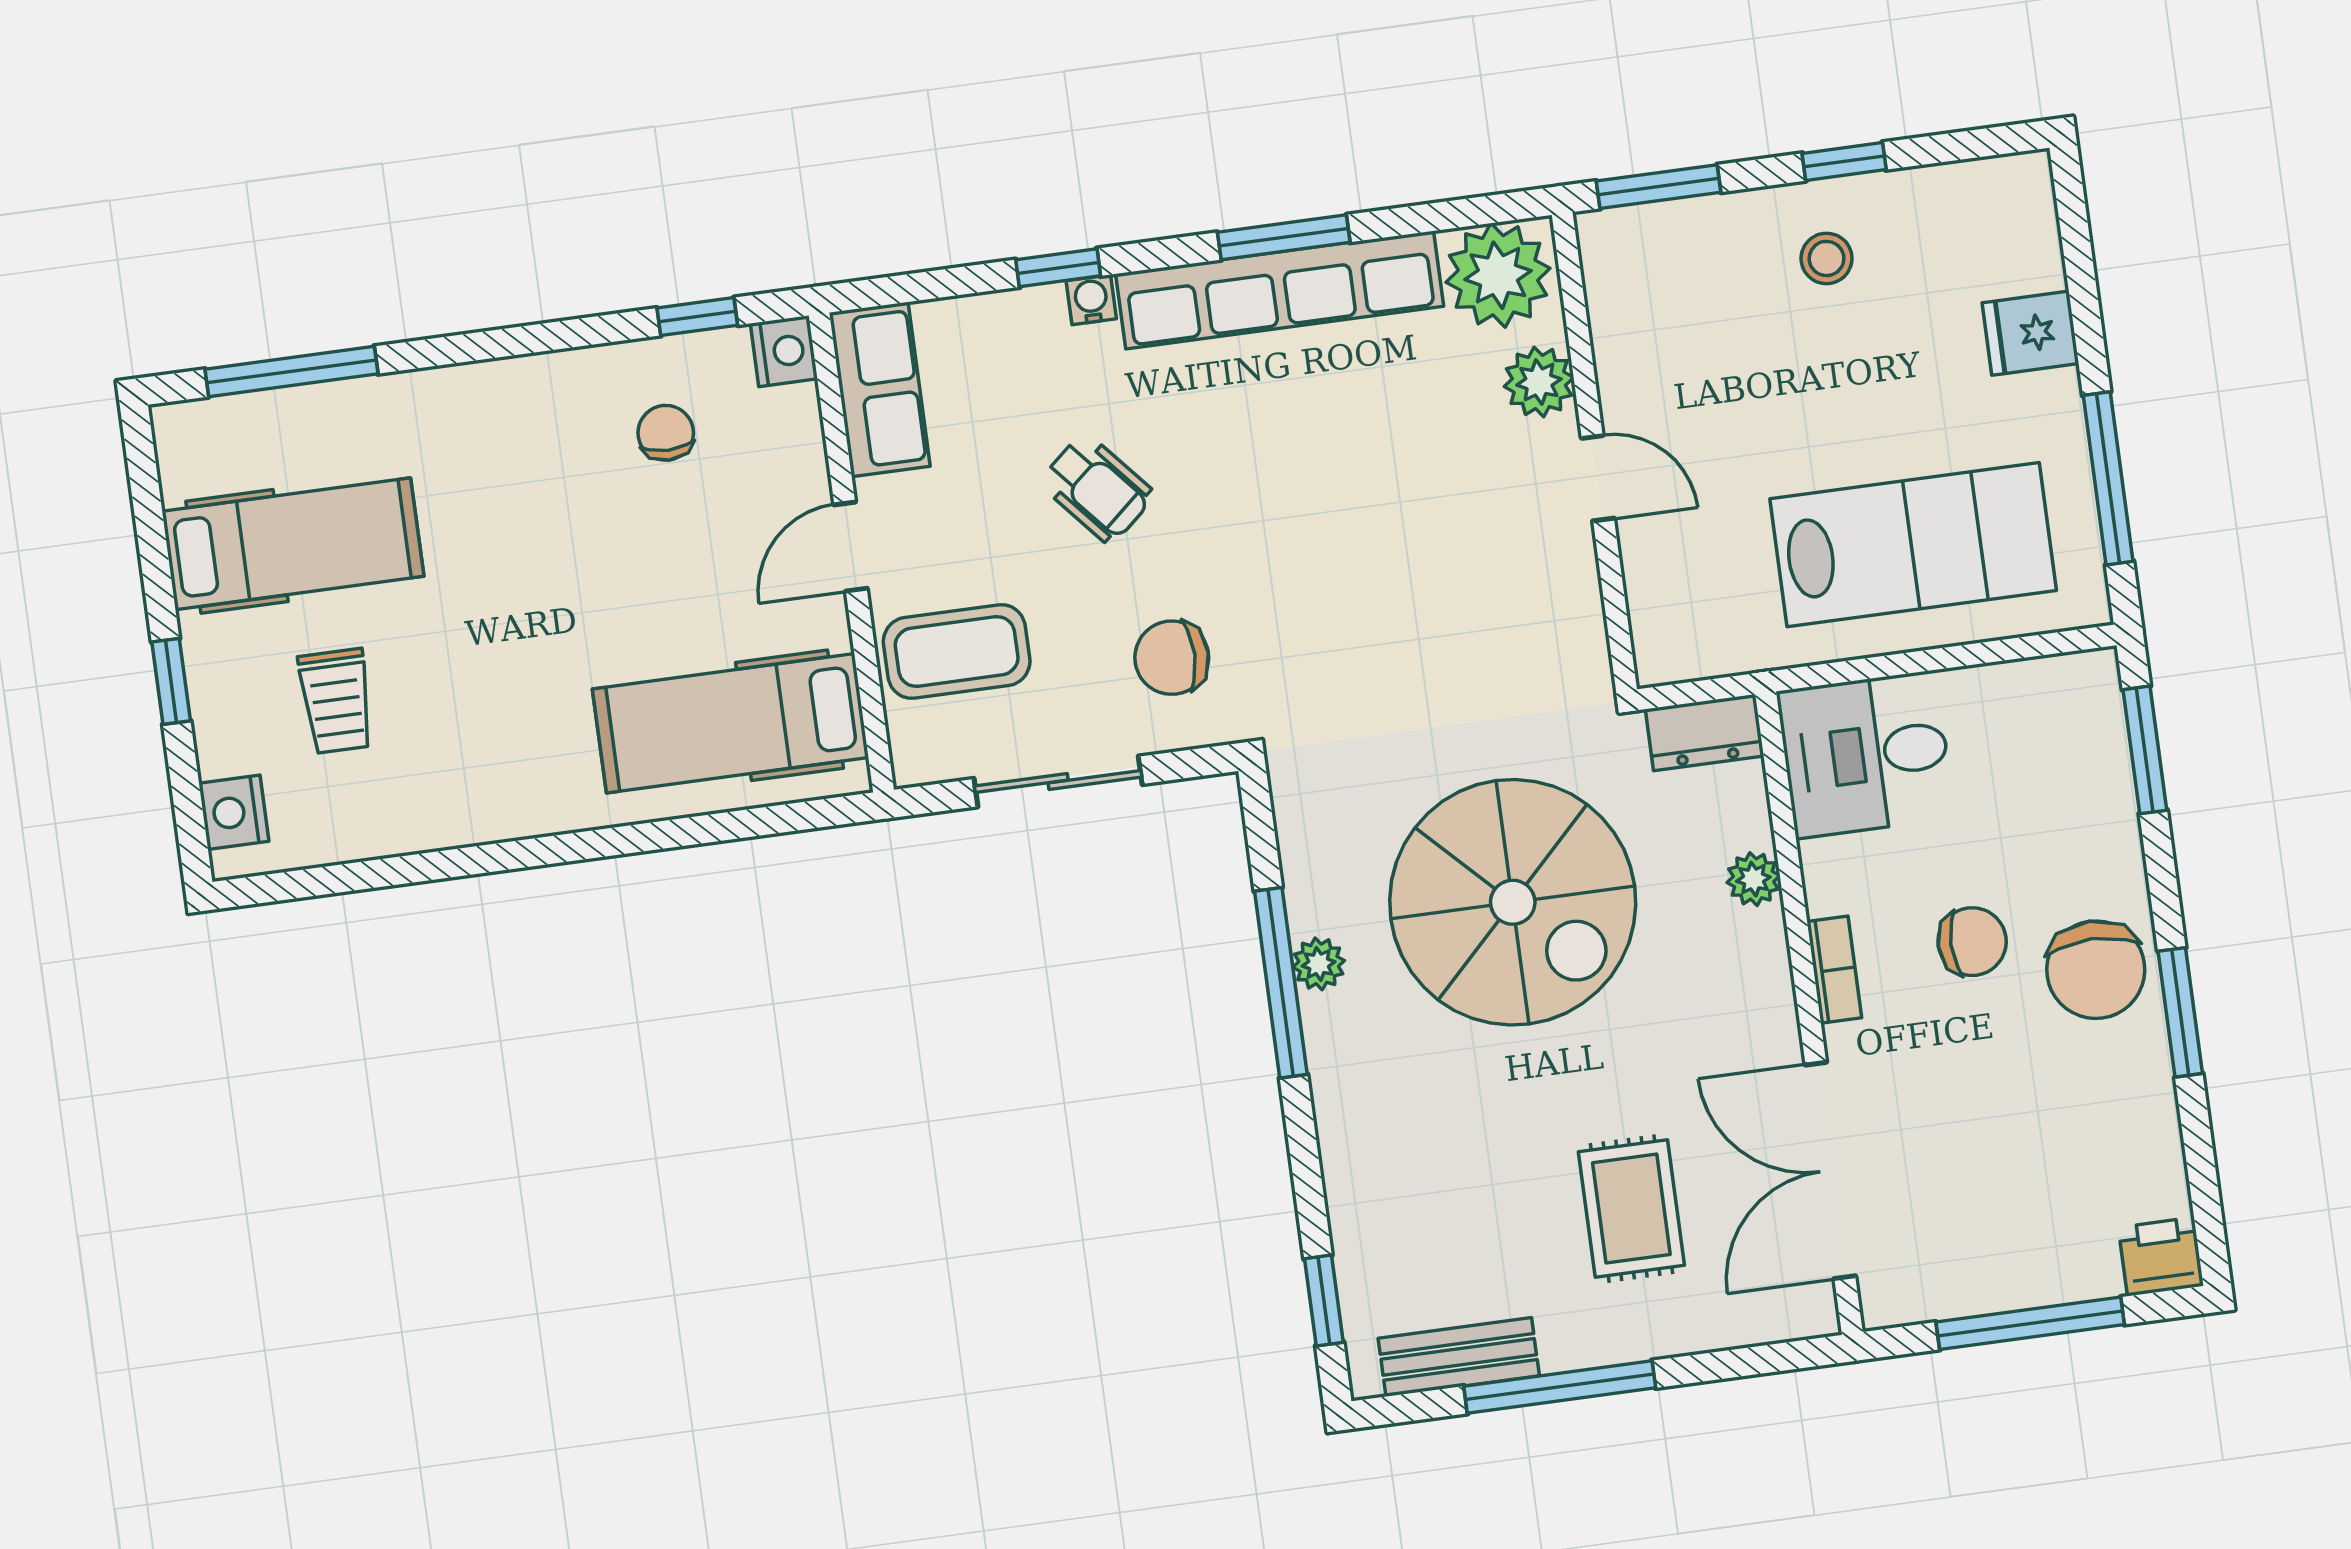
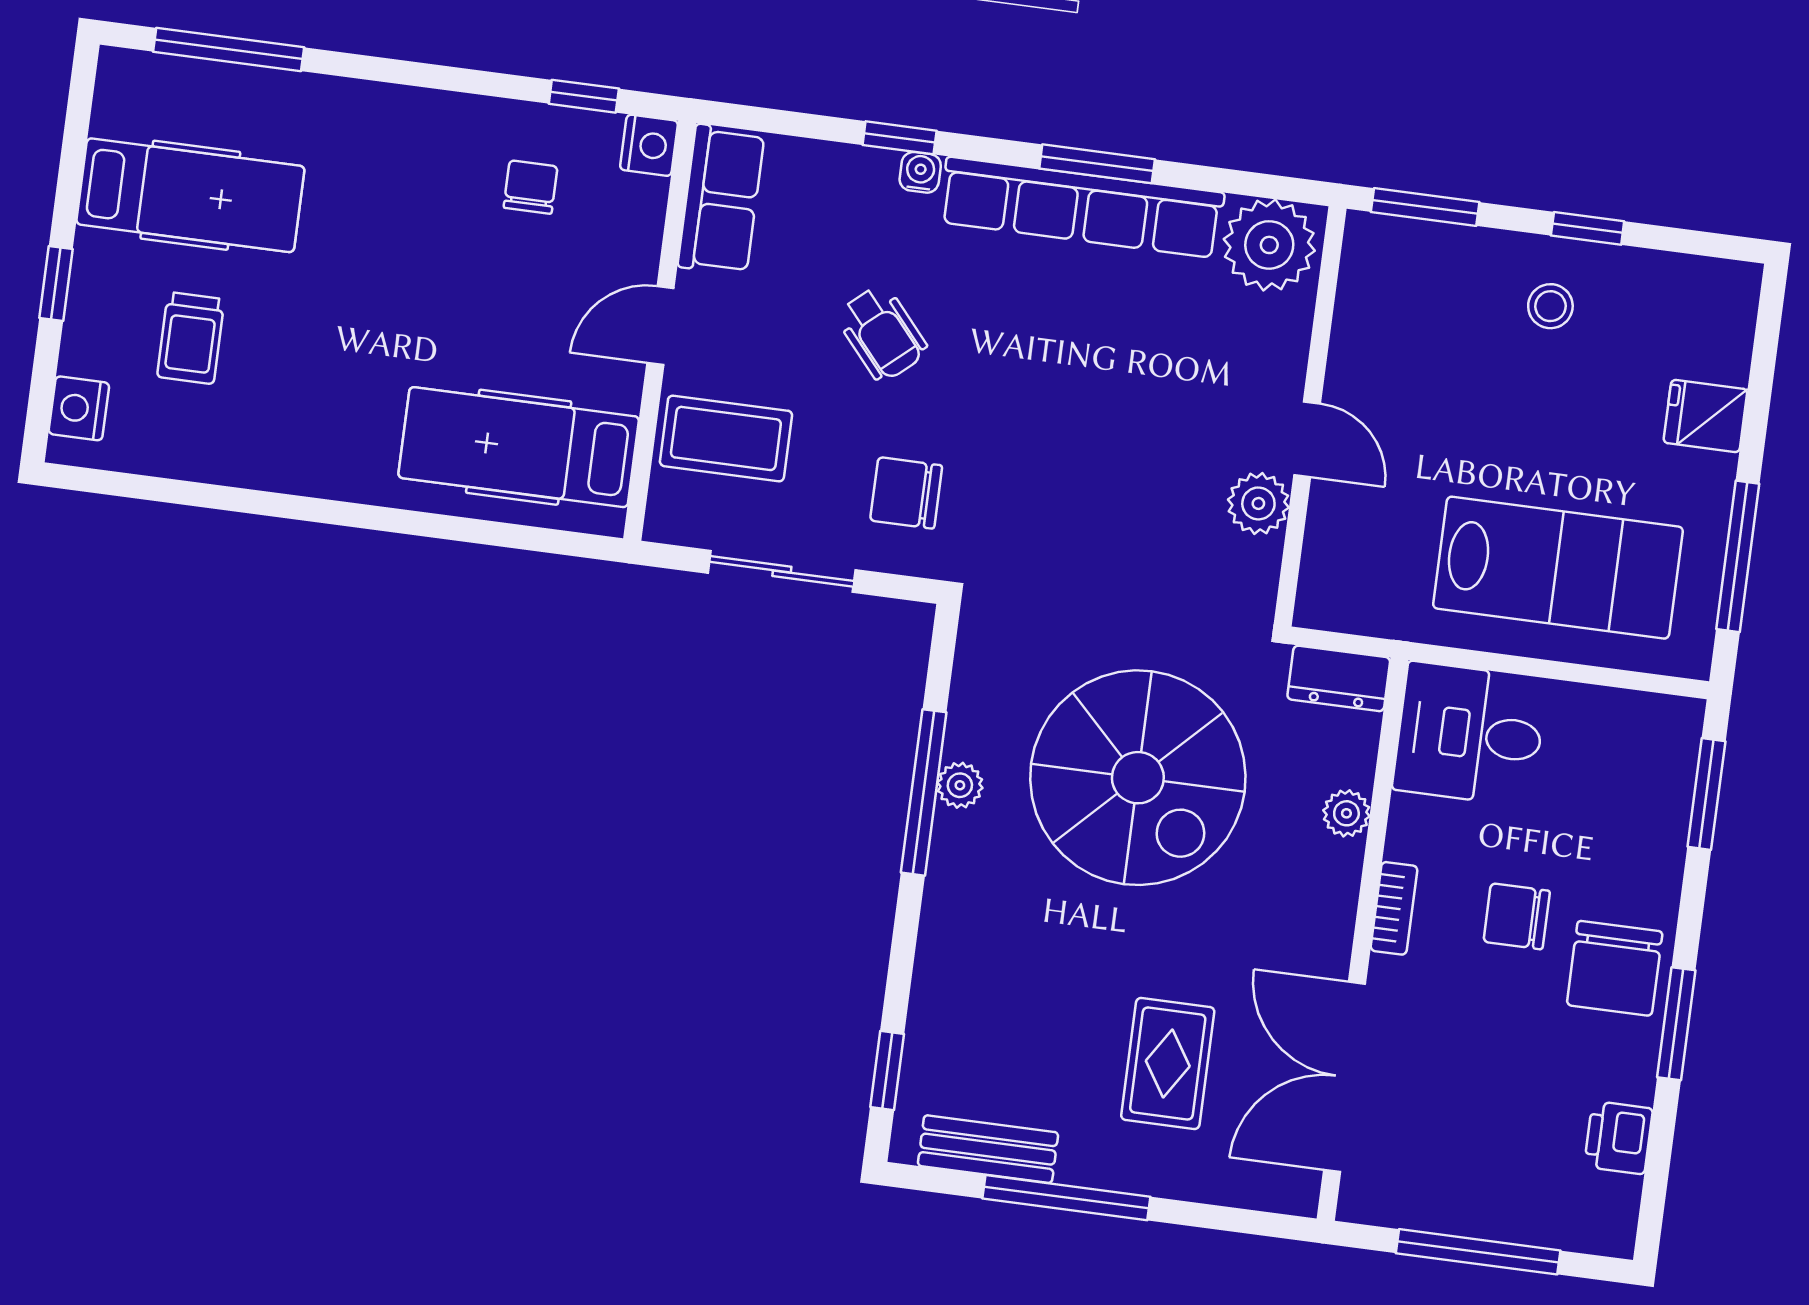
plant: (1539, 382) -> (1258, 503), moved
chair: (1972, 942) -> (1517, 916), turned 180
printer: (2161, 1257) -> (1618, 1138), moved, turned -90

